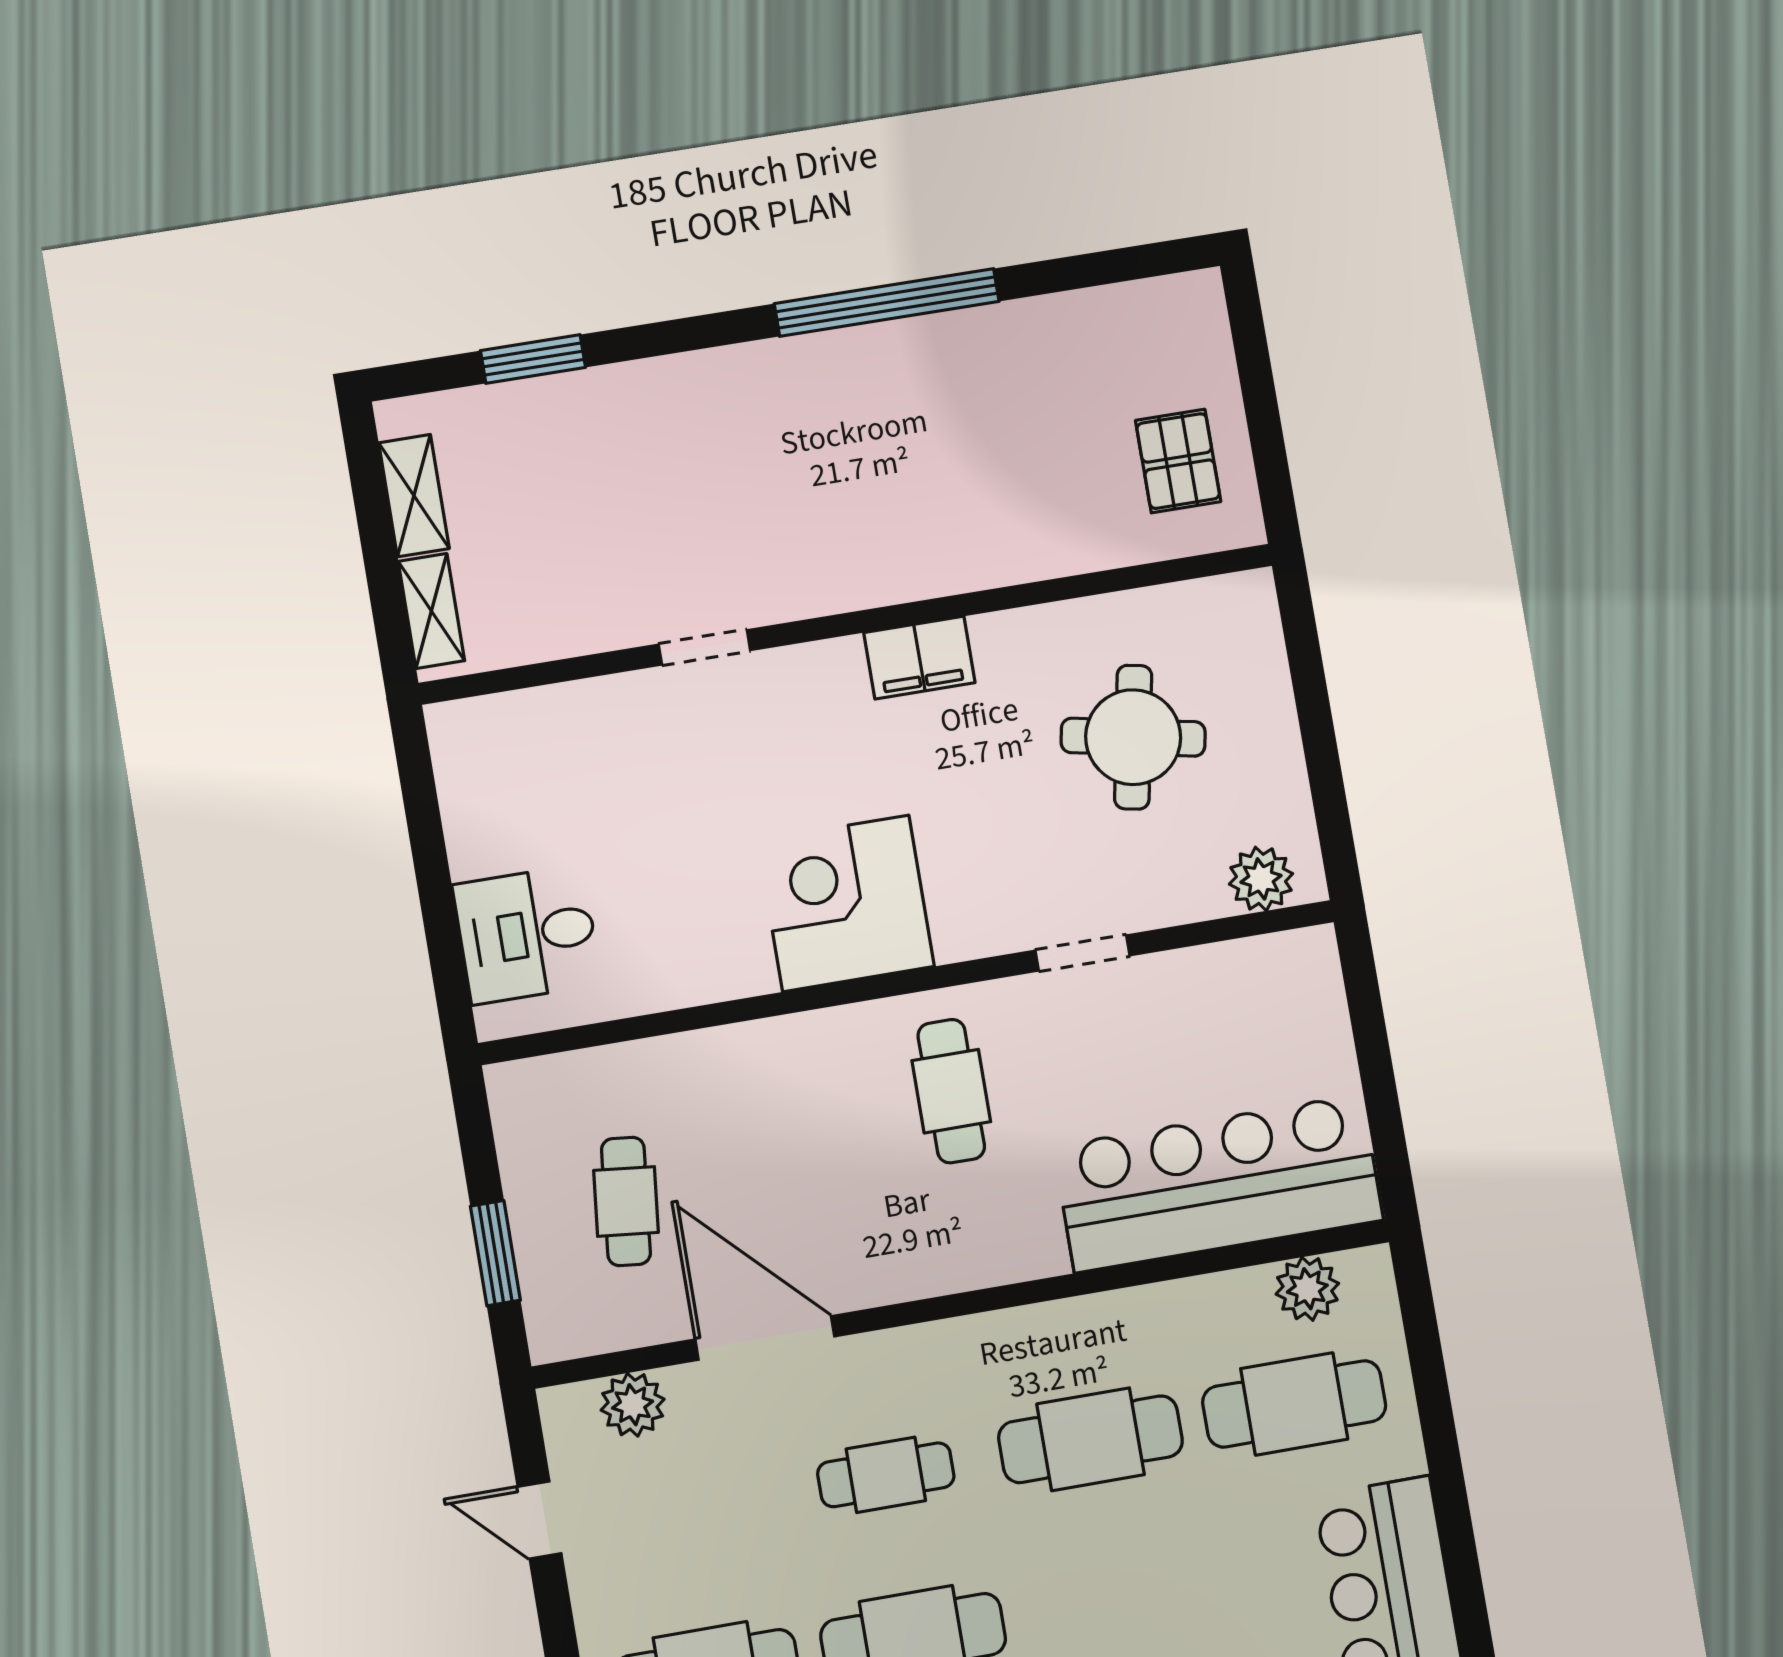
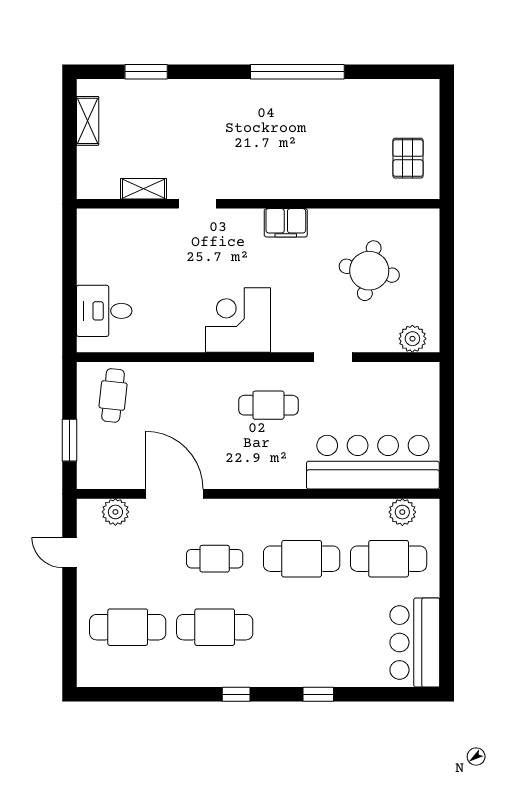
shelving: (431, 611) -> (144, 189), moved, turned 90
cafe table: (951, 1091) -> (268, 405), turned 90
cafe table: (626, 1201) -> (113, 395), moved

